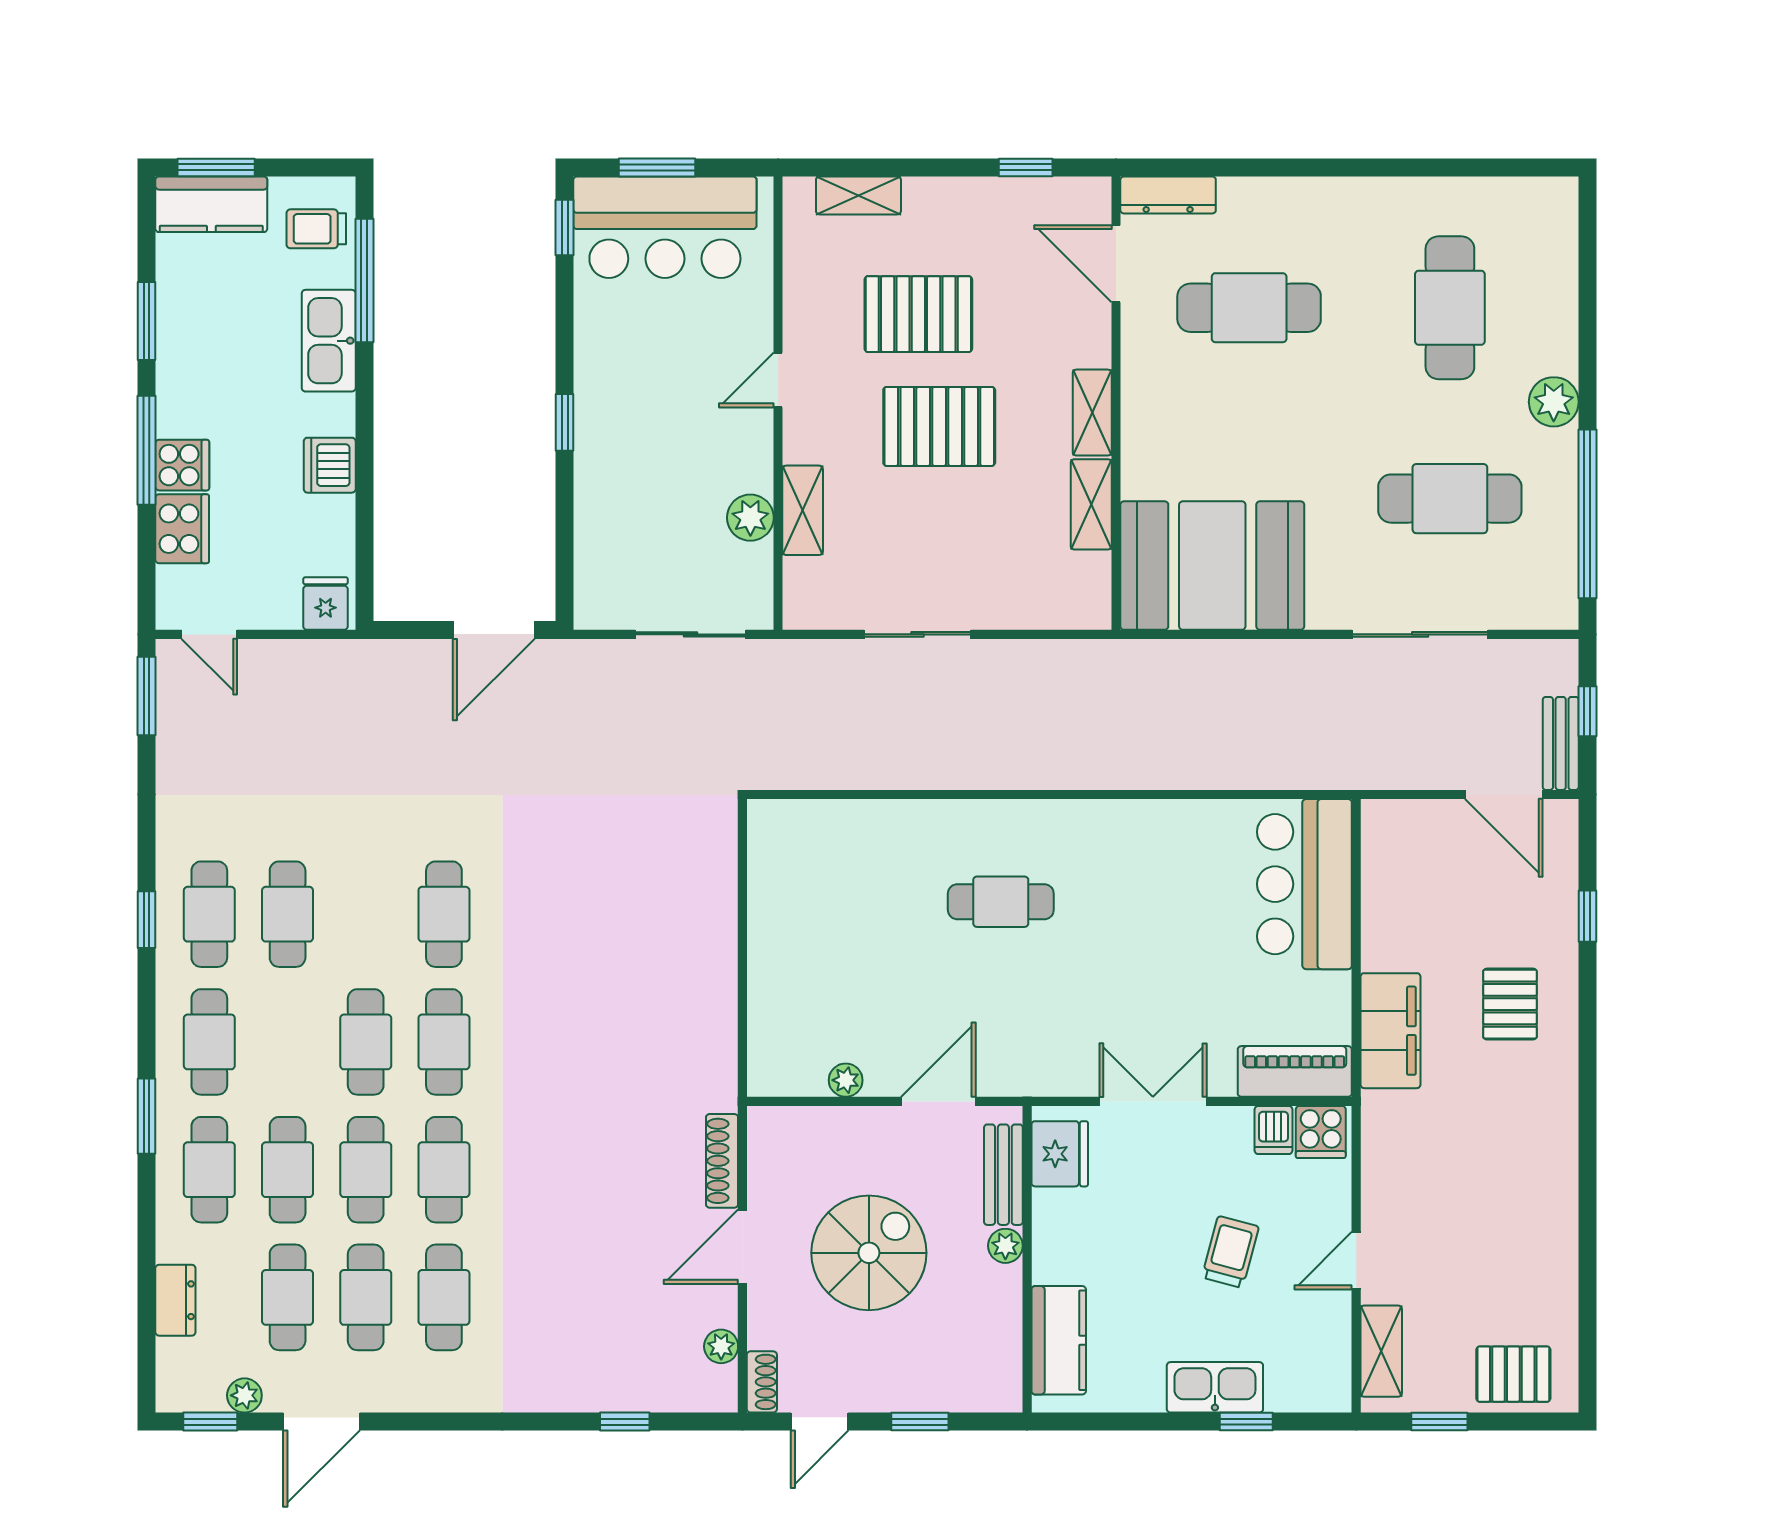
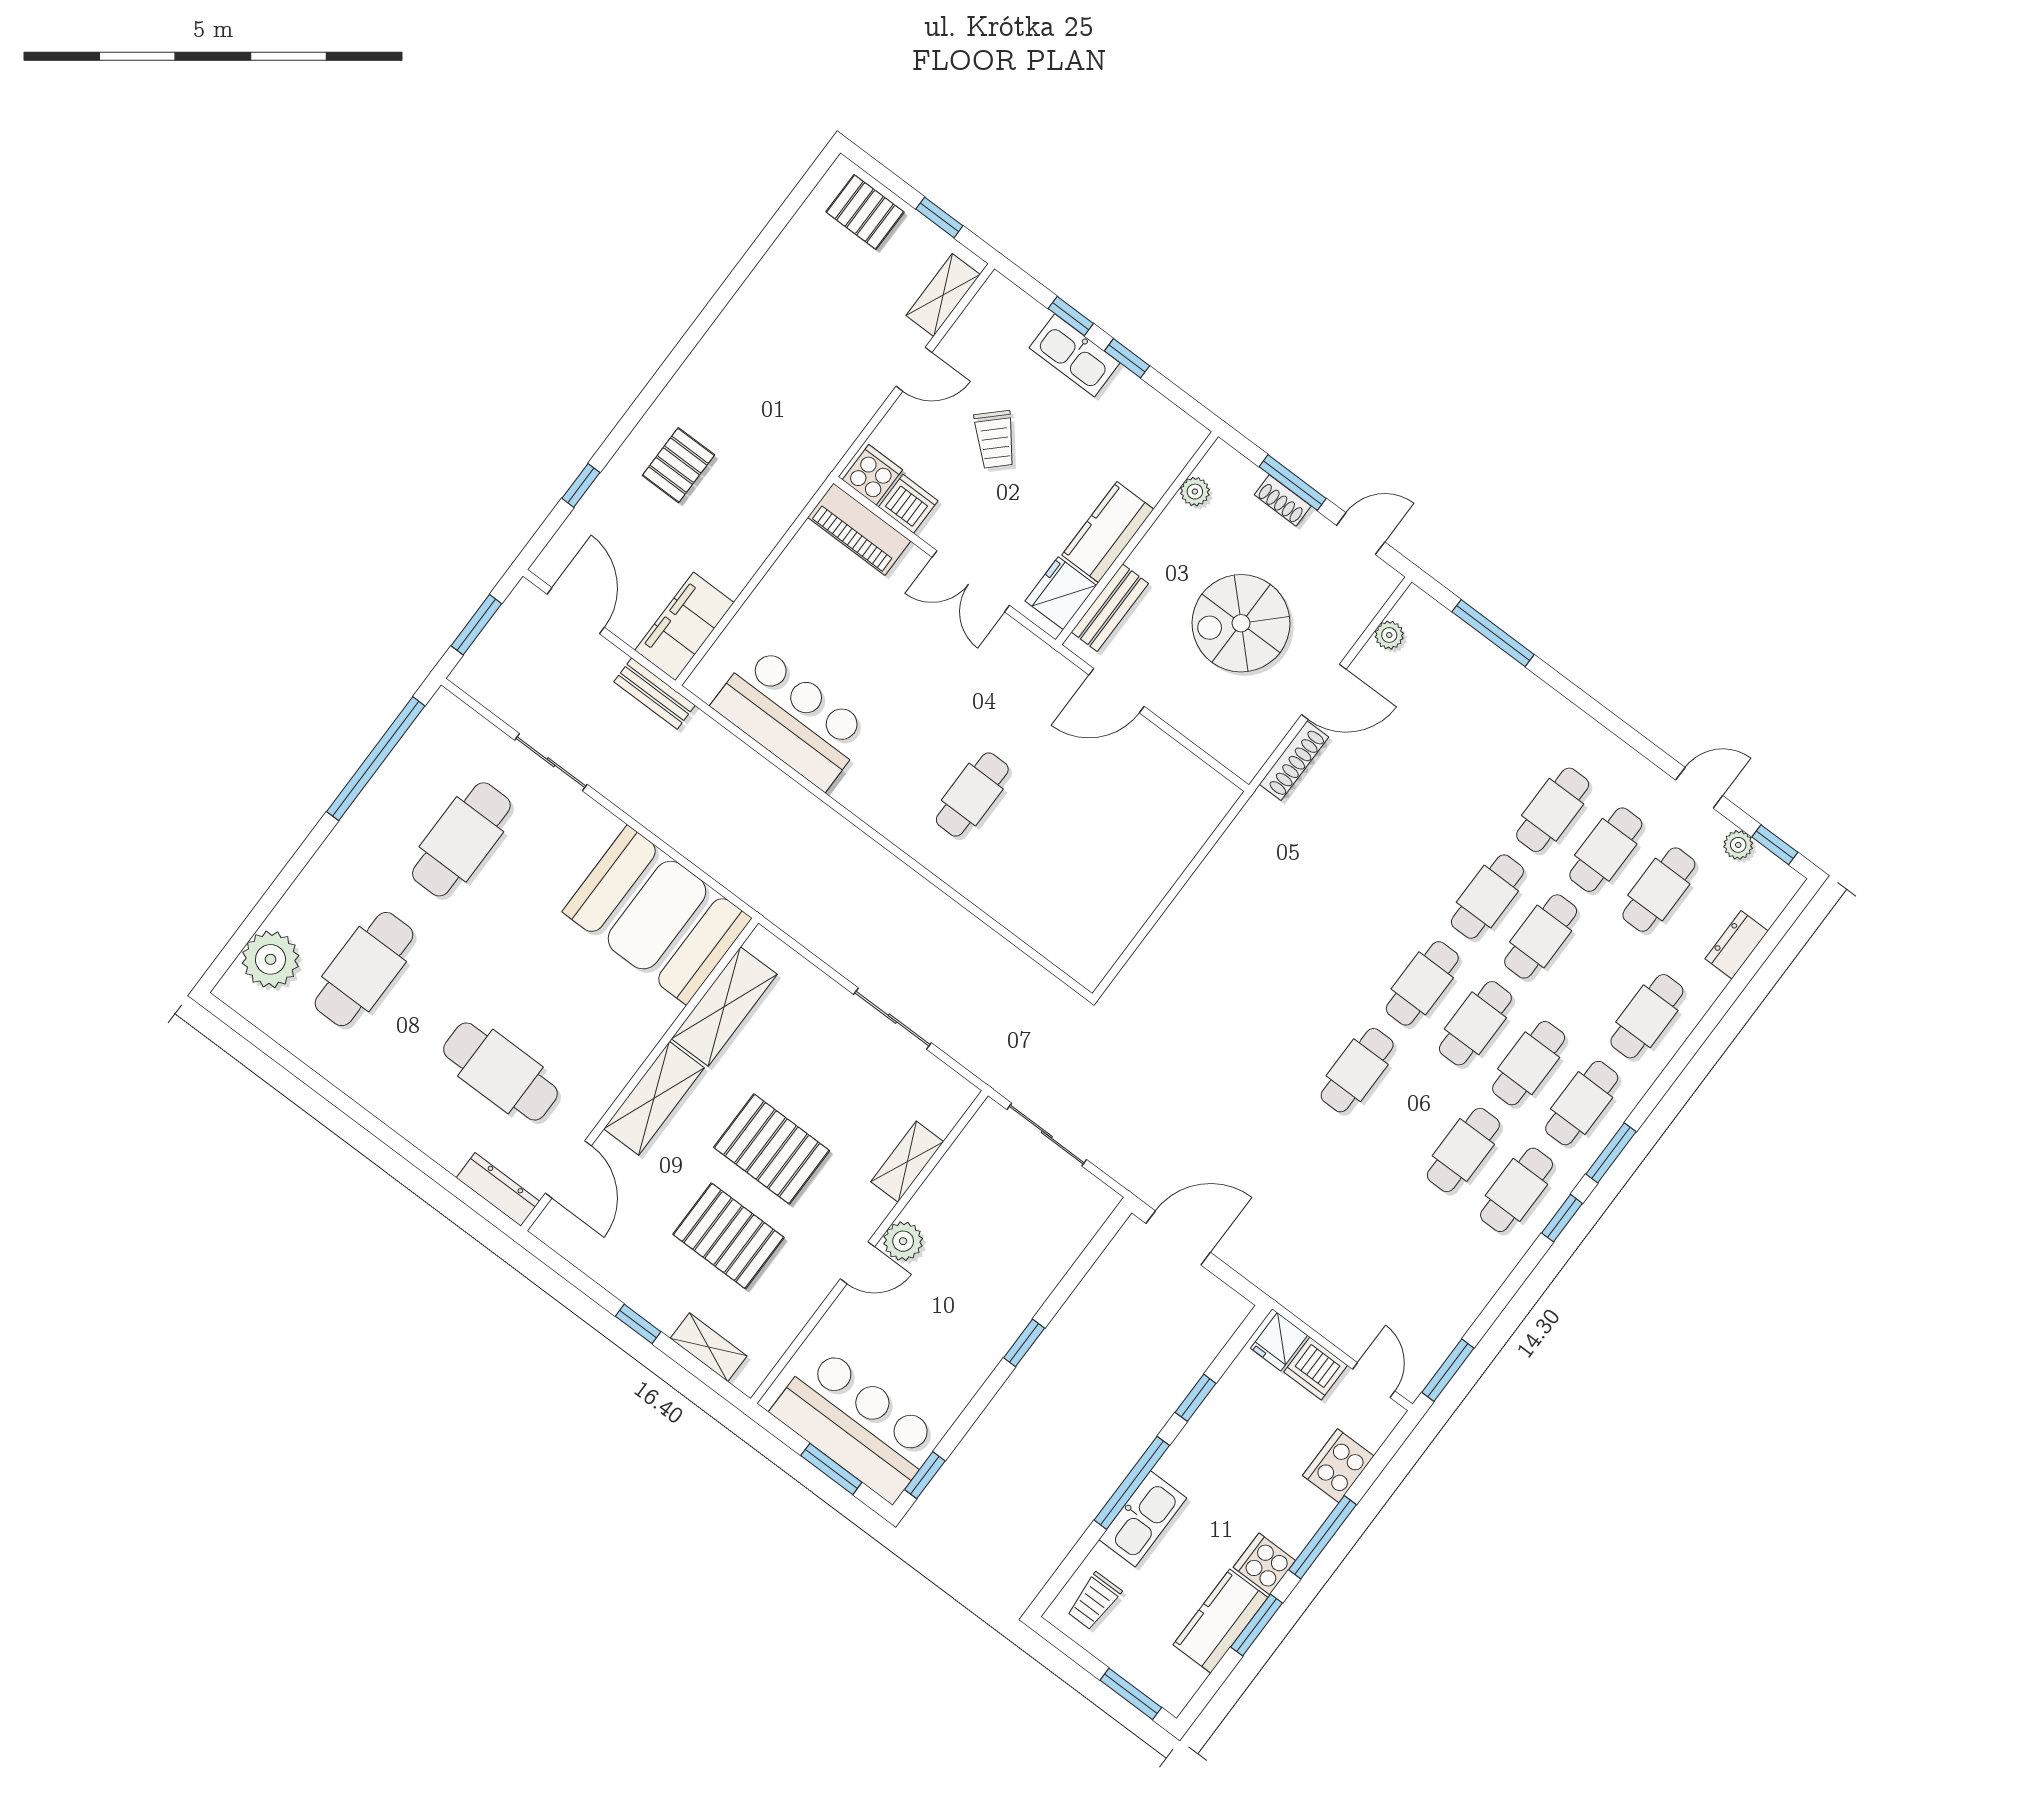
window: (1026, 167) -> (638, 1324), moved
kitchen counter: (211, 204) -> (1220, 1621), moved, turned -90
trolley: (316, 229) -> (1094, 1601), turned 90
window: (364, 281) -> (1132, 1483), moved
plant: (1554, 402) -> (270, 959), moved, width x1.36, depth x1.36
shelving: (1092, 413) -> (654, 1098), width x1.50, depth x1.33
cooker: (182, 465) -> (1264, 1564), moved
dishwasher: (330, 465) -> (1316, 1369), moved, turned 90
window: (364, 492) -> (1196, 1398), added
cafe table: (1450, 499) -> (461, 839), turned 90
shelving: (1091, 504) -> (724, 1007), width x1.50, depth x1.33
plant: (750, 518) -> (903, 1241), moved
sliding door: (1420, 634) -> (551, 762), width x0.73
window: (1587, 711) -> (476, 625), width x1.50
bench: (1561, 743) -> (655, 694), moved, turned 90
bar counter: (1304, 884) -> (791, 717), moved, turned -90
cafe table: (1001, 902) -> (972, 795), turned 90
filing cabinet: (1390, 1031) -> (684, 626), moved
plant: (846, 1080) -> (1169, 752), removed
window: (147, 1116) -> (1611, 1153), moved
dishwasher: (1274, 1130) -> (908, 504), width x1.38
cafe table: (288, 1170) -> (1529, 1063), moved
plant: (1005, 1246) -> (1195, 492), moved
trolley: (1230, 1252) -> (995, 439), turned -59
kitchen counter: (1059, 1340) -> (1108, 532), moved
shoe rack: (762, 1382) -> (1283, 500), moved, turned -90
door: (322, 1422) -> (1699, 788), width x0.73
window: (625, 1422) -> (1493, 633), width x2.17
window: (920, 1422) -> (1293, 483), width x1.50
window: (1163, 1422) -> (1127, 358), added

